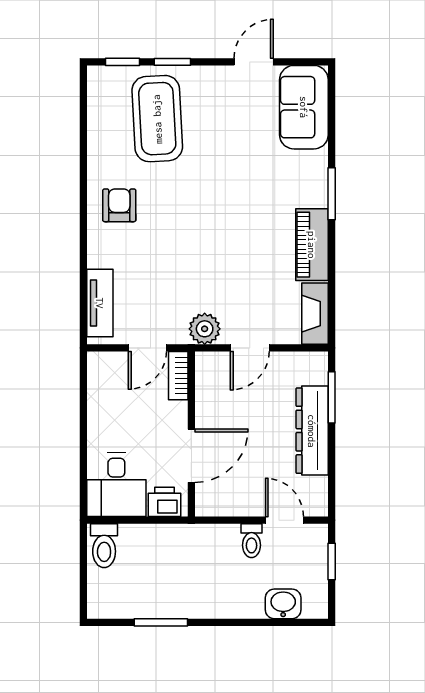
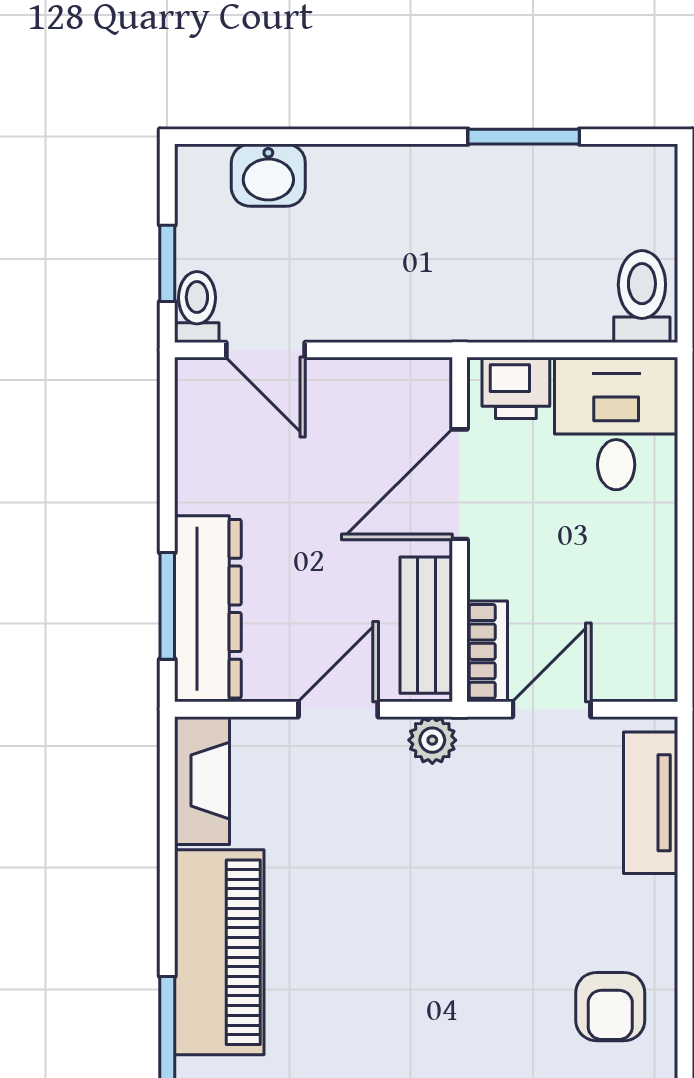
piano: (312, 245) -> (219, 952), width x1.37, depth x1.33
plant: (205, 329) -> (432, 740), width x0.73, depth x0.73
bench: (207, 388) -> (426, 625), added
dresser: (312, 431) -> (208, 609), moved
toilet: (252, 541) -> (197, 307), moved

